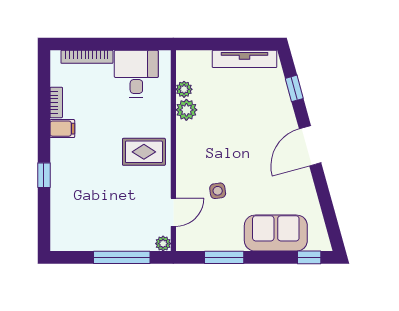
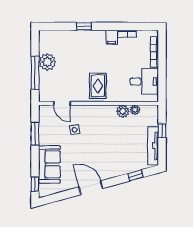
window: (219, 44) -> (162, 131), added
door: (310, 146) -> (91, 188), moved
plant: (163, 244) -> (47, 62), moved, width x1.88, depth x1.88

